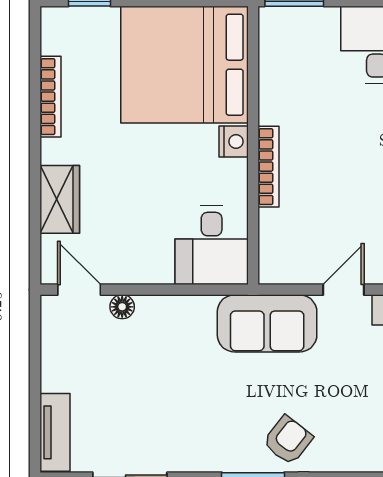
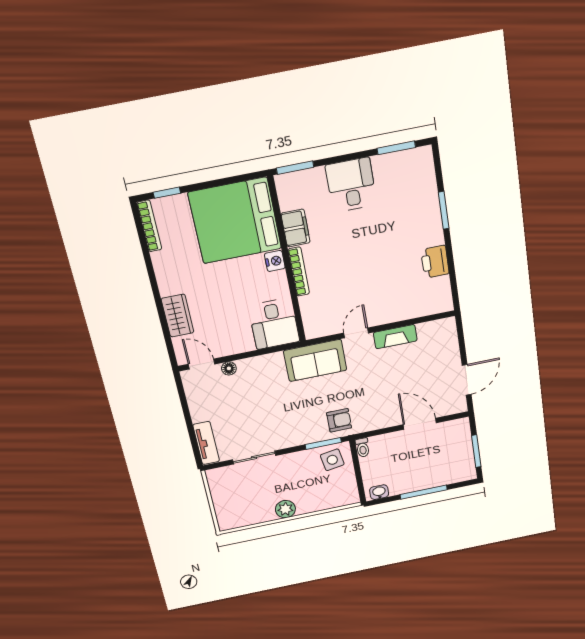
filing cabinet: (277, 95) -> (296, 228), added
bookcase: (50, 97) -> (149, 226), moved
armchair: (288, 440) -> (339, 420), turned 52

